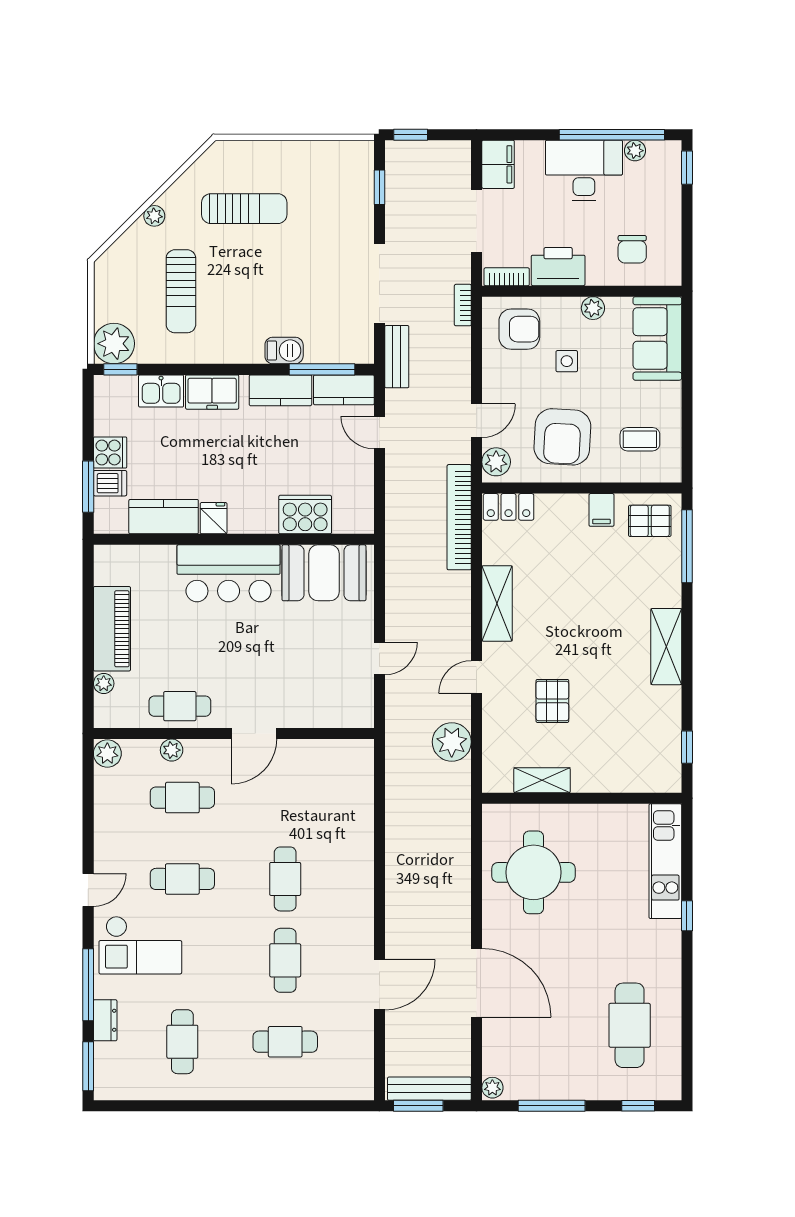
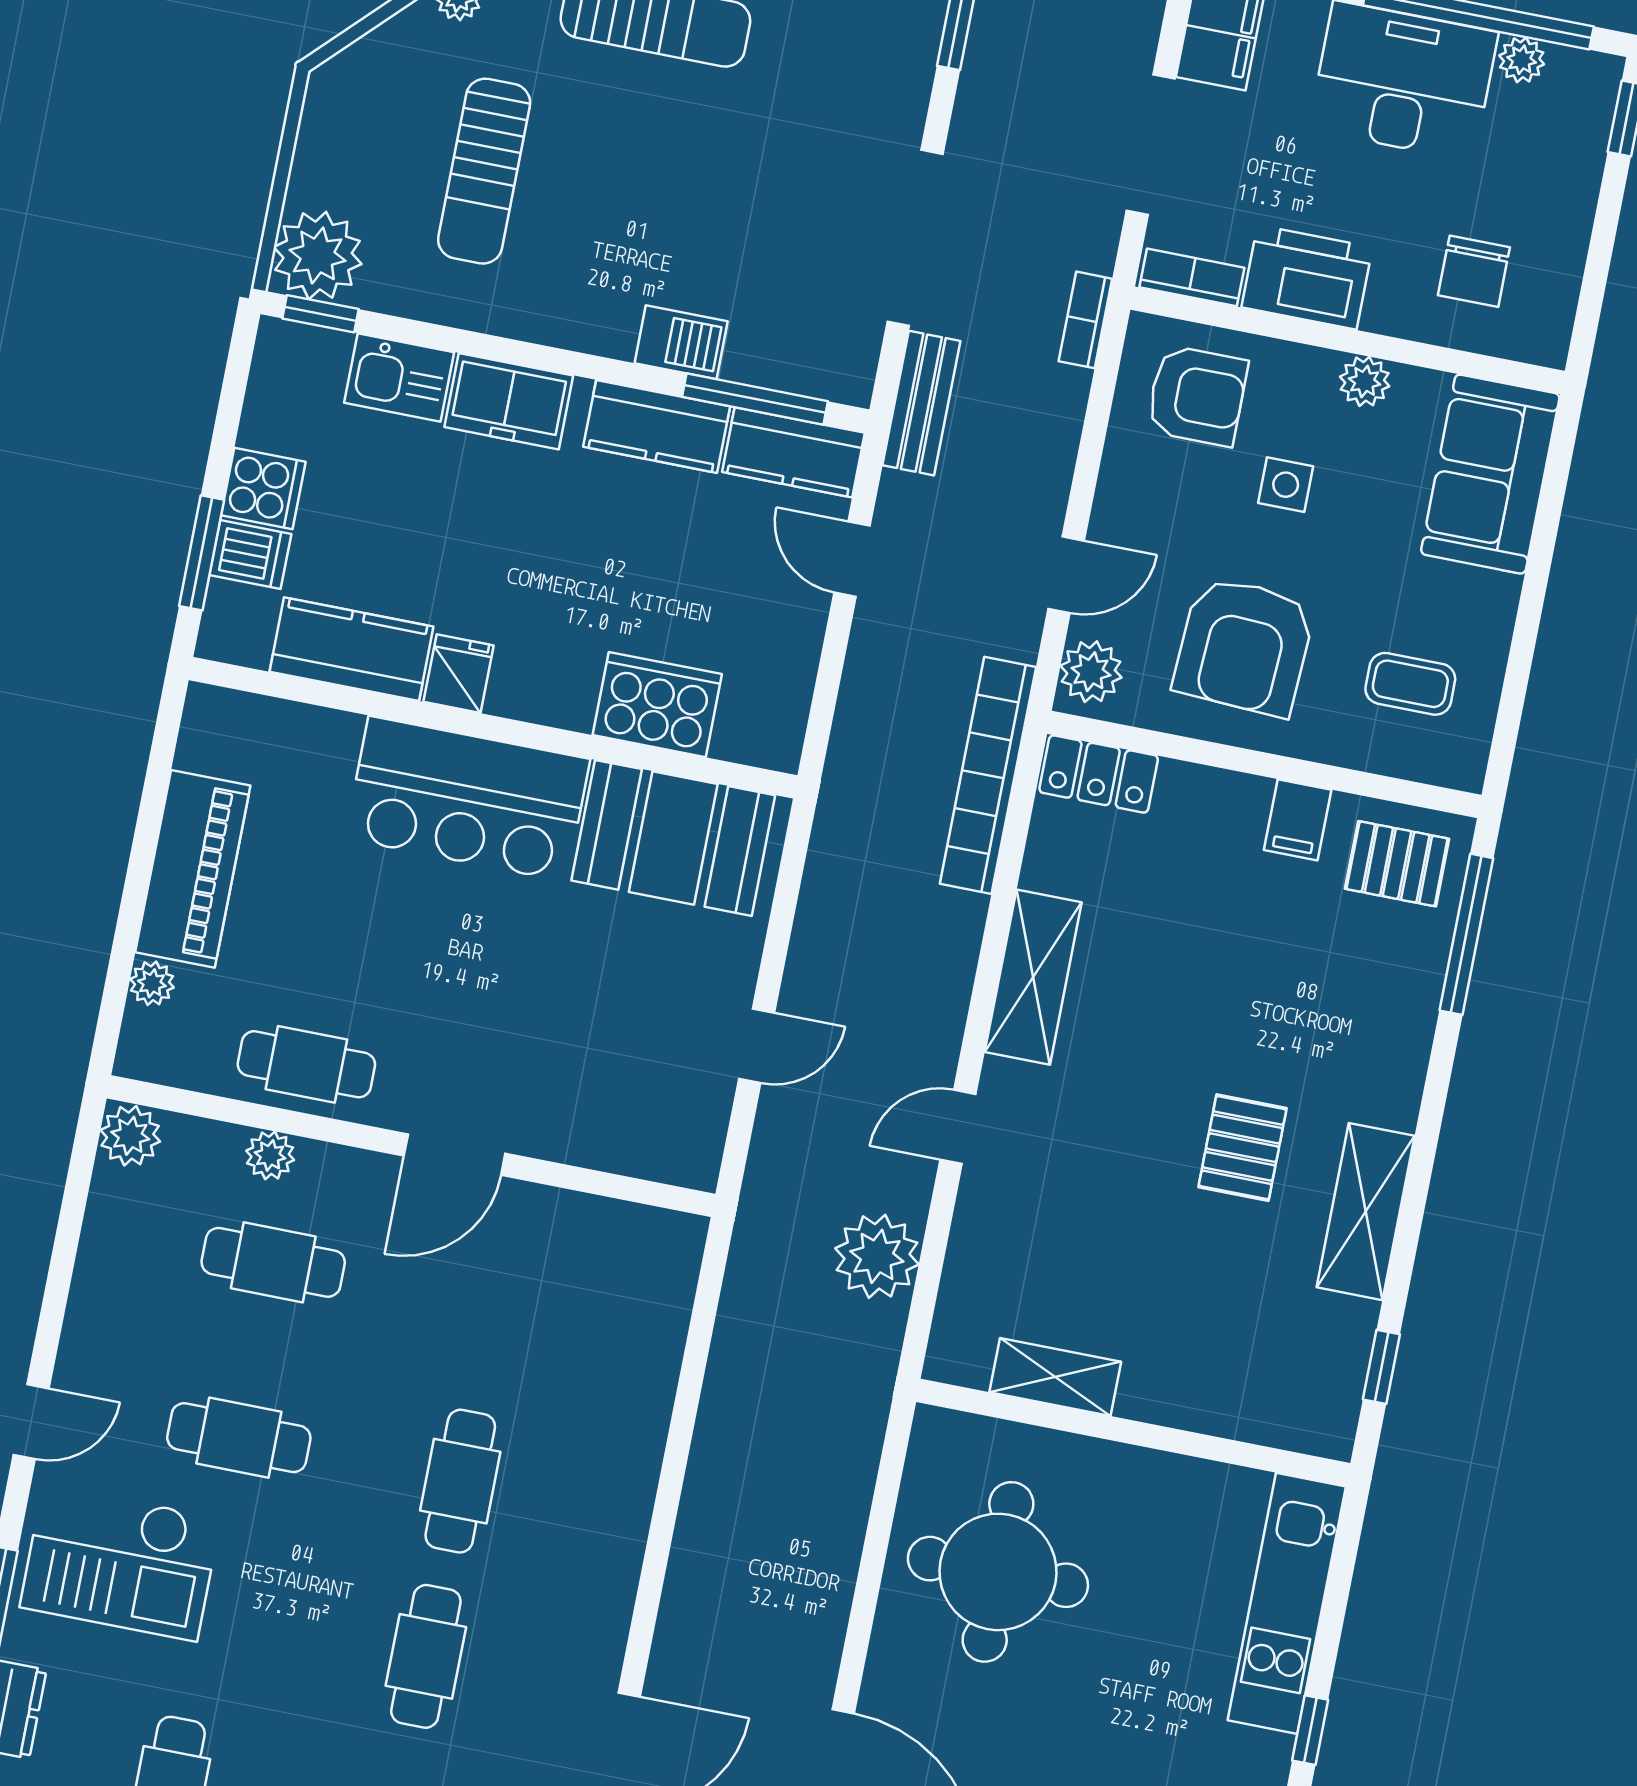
shelving: (666, 647) -> (1366, 1212), moved
pallet: (552, 701) -> (1243, 1148), moved

